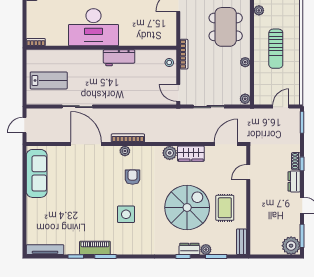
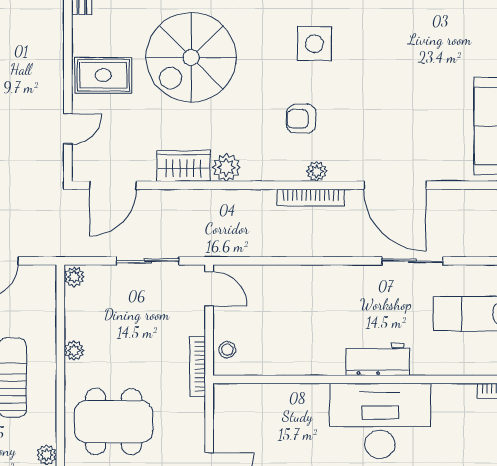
dining table: (226, 27) -> (114, 422), turned 90
workbench: (119, 58) -> (378, 359), moved
armchair: (133, 177) -> (301, 119), turned 90
rug: (225, 208) -> (103, 75), moved, turned 90

